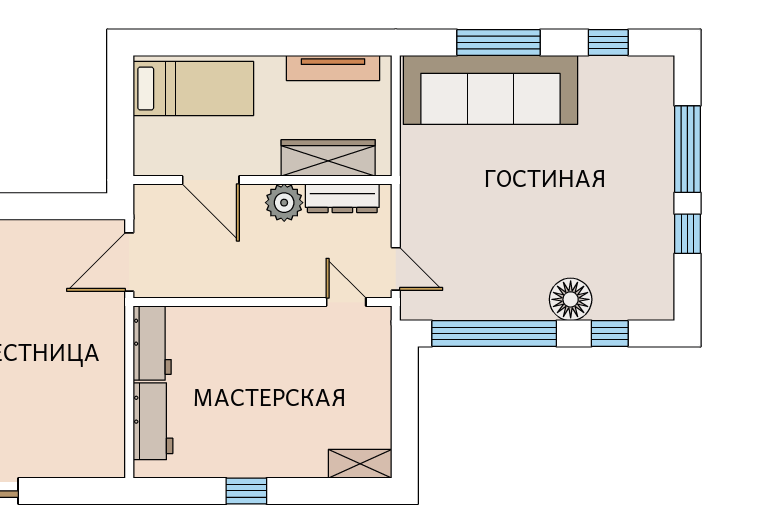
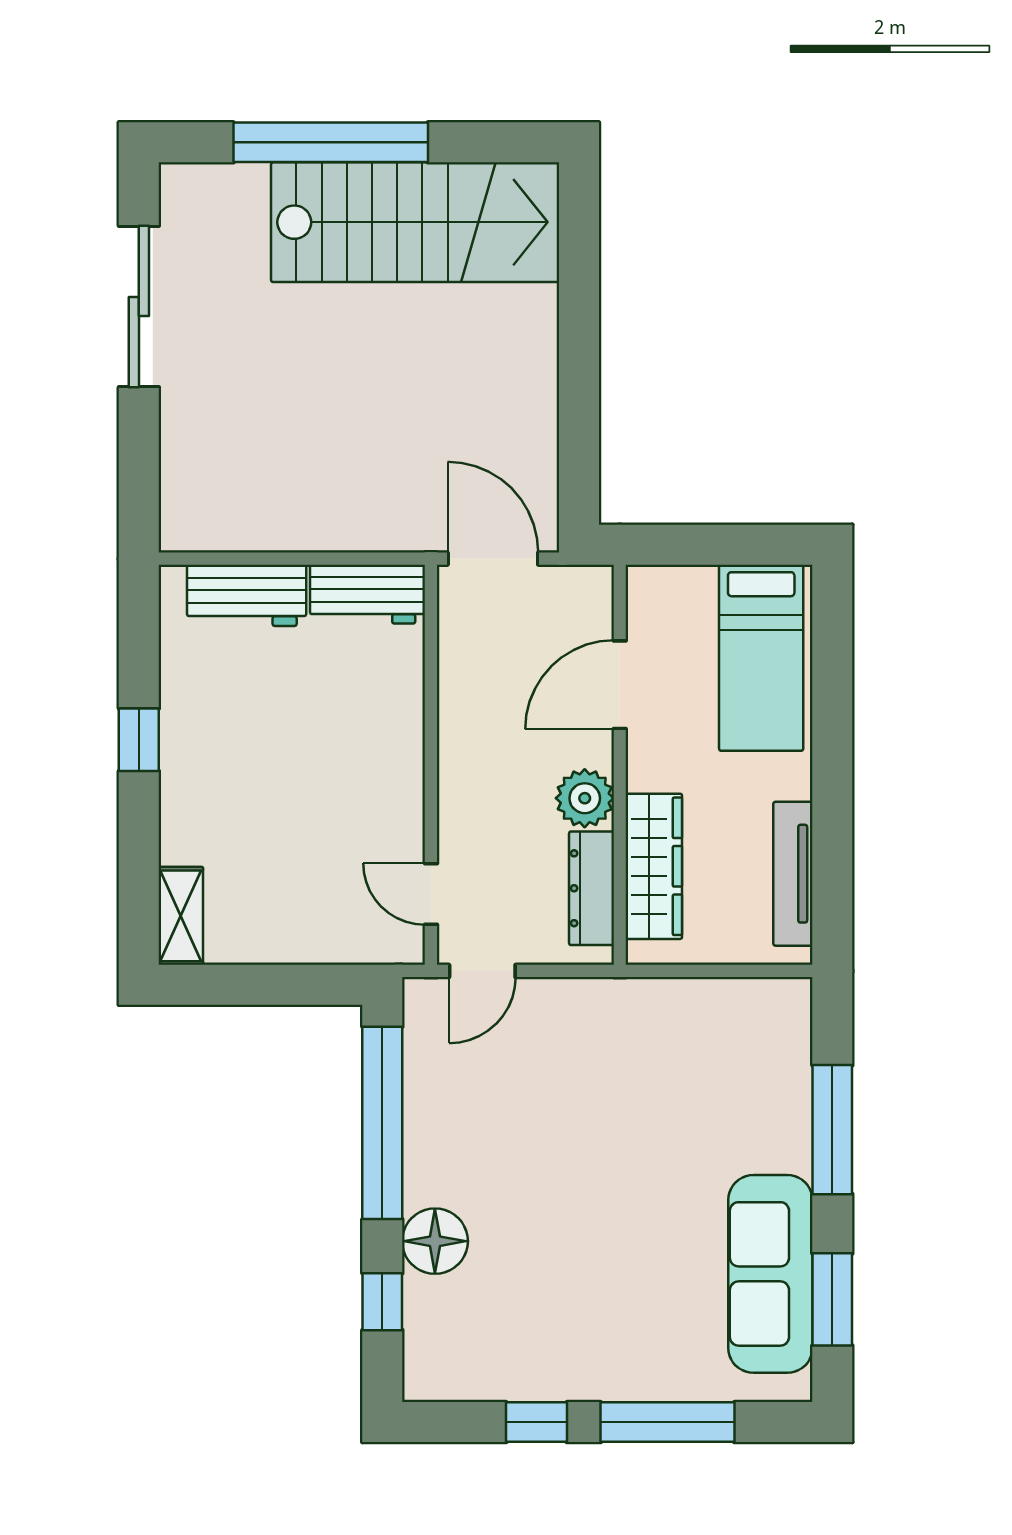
window: (608, 42) -> (832, 1299), width x1.50
sofa: (490, 90) -> (770, 1274), moved, width x0.74, depth x0.79
door: (346, 302) -> (431, 894), swing flipped

